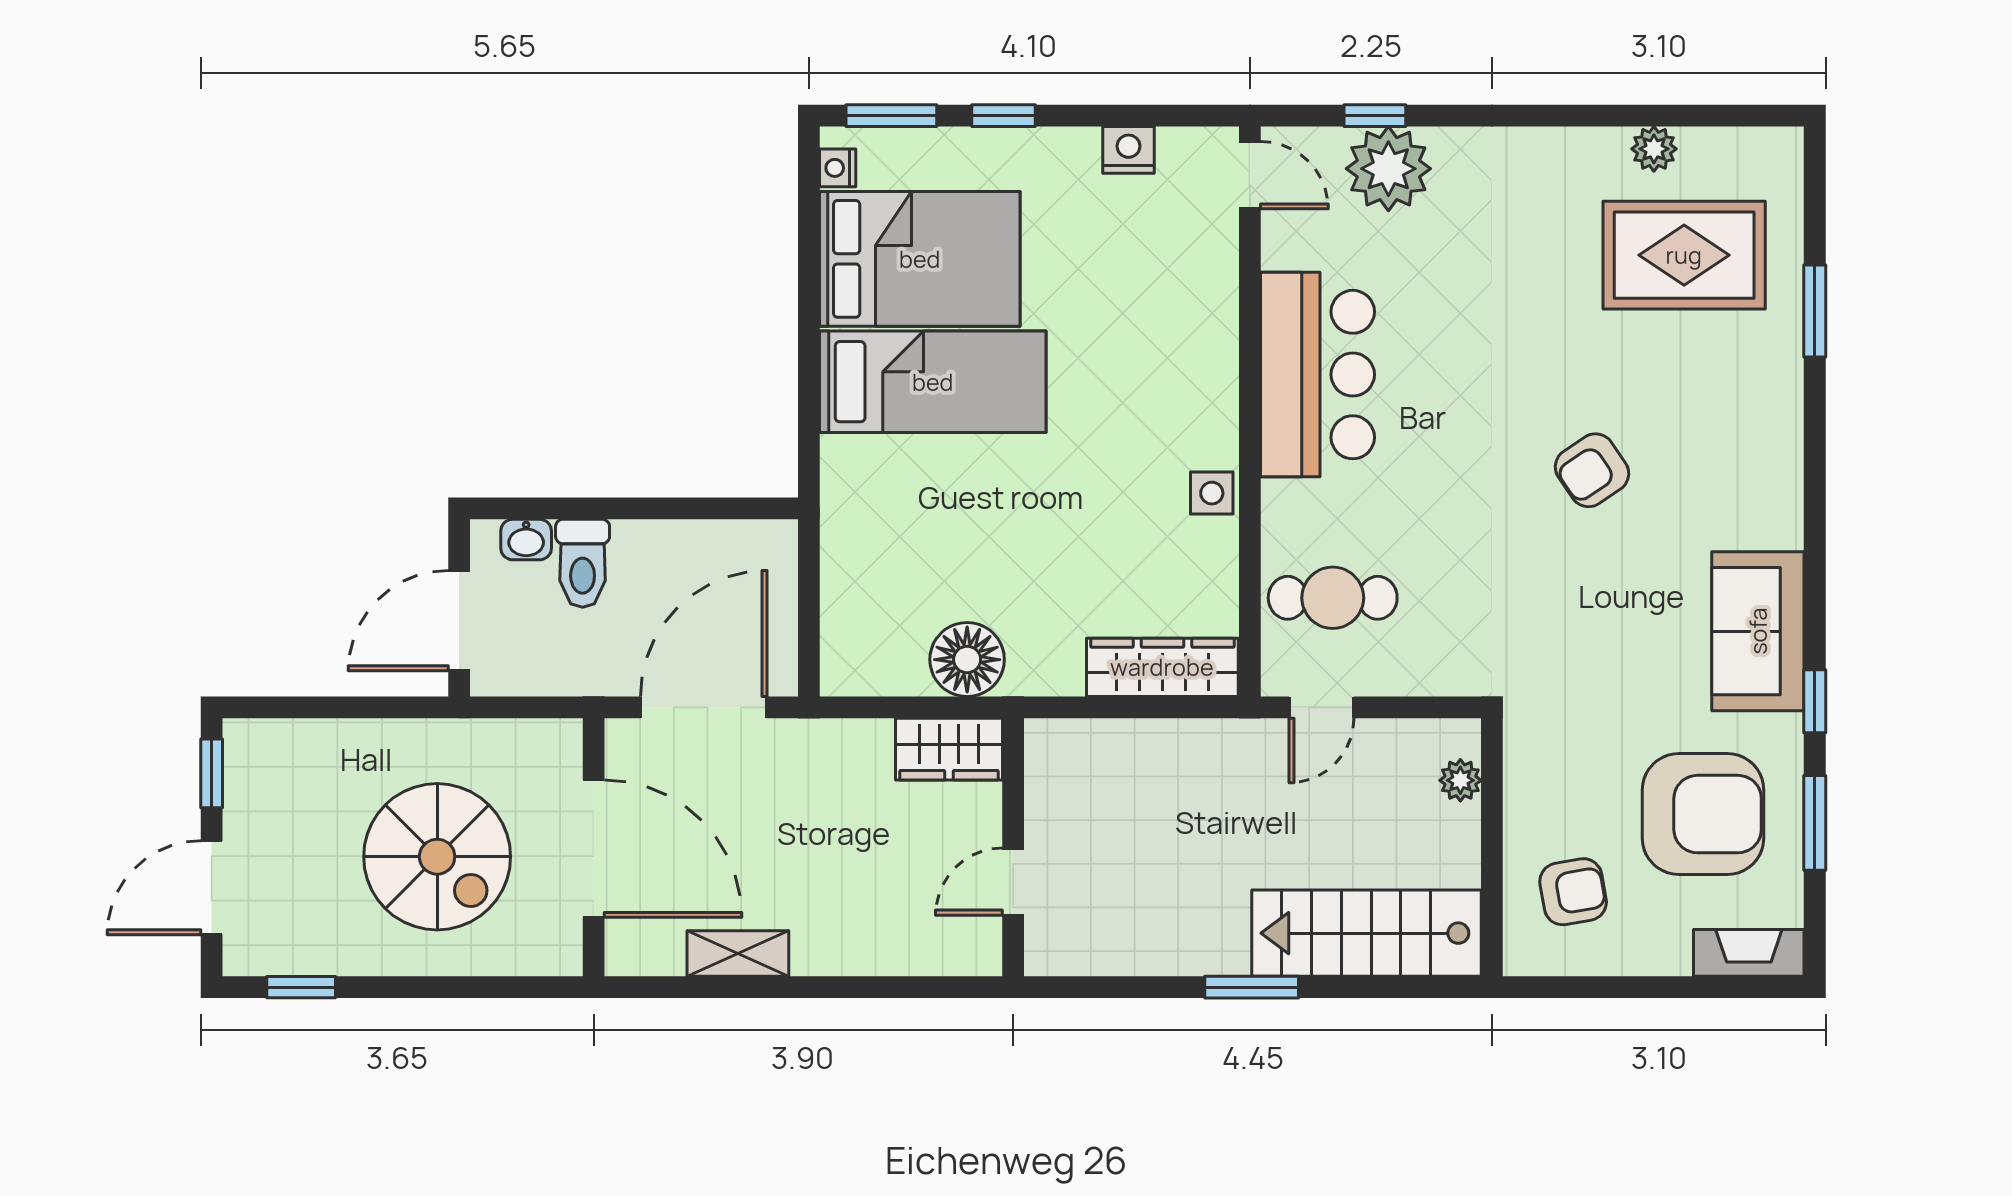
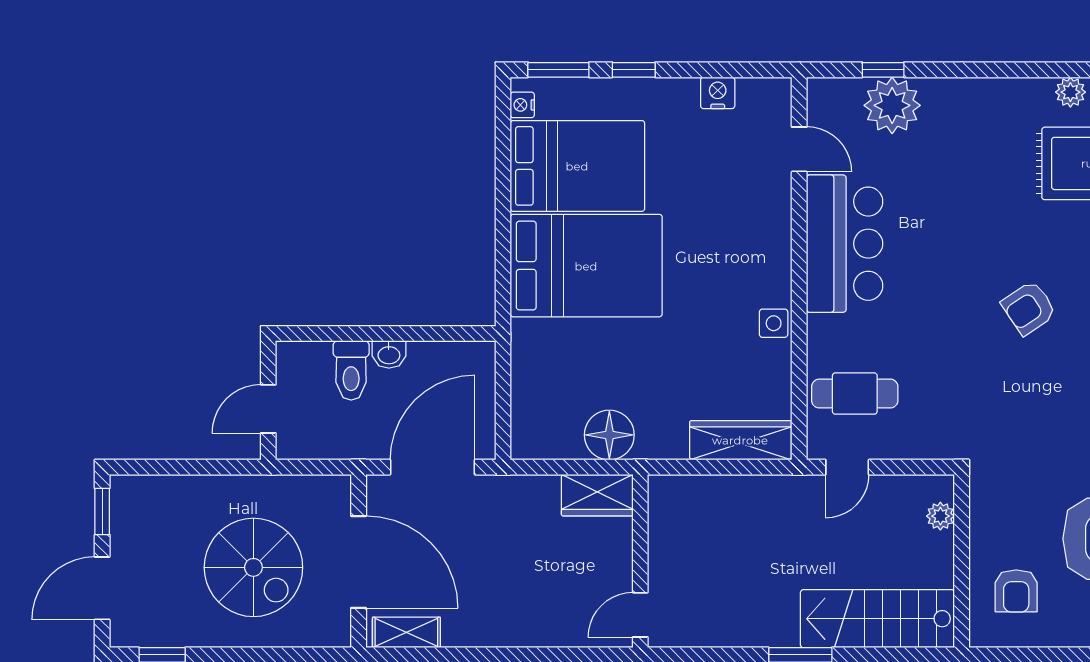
door: (1250, 175) -> (799, 149), moved
bed: (933, 382) -> (586, 266), width x1.50
washbasin: (526, 540) -> (389, 354), moved
door: (459, 621) -> (268, 409), width x0.73
door: (1013, 882) -> (640, 615), moved
armchair: (1573, 892) -> (1016, 591), turned 100
shelving: (738, 954) -> (406, 632), moved

